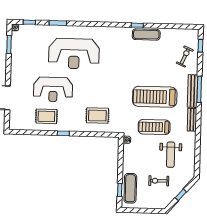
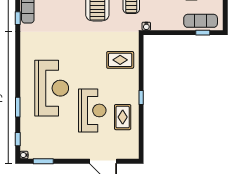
rug: (97, 116) -> (120, 60), turned 90

